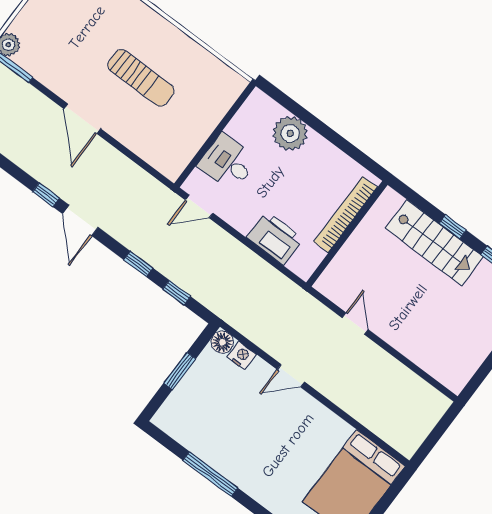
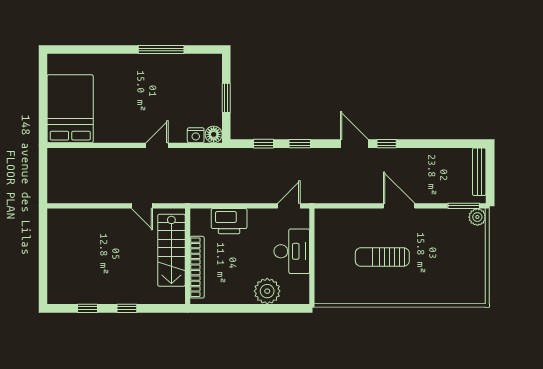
desk: (227, 163) -> (292, 251), width x1.37
stairs: (434, 243) -> (171, 250), moved, turned -90

